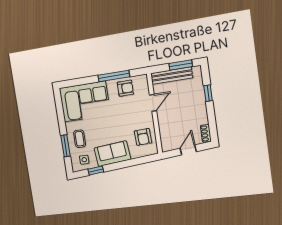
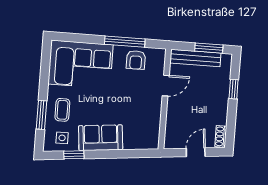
armchair: (125, 88) -> (136, 60), turned 90
armchair: (143, 137) -> (144, 125), removed

